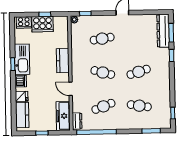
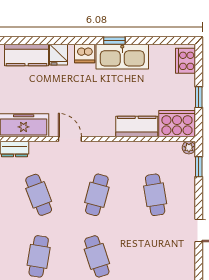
cooker: (43, 24) -> (177, 124), moved, turned 90
kitchen counter: (63, 61) -> (137, 127), moved
door: (71, 89) -> (70, 139), hinge flipped

